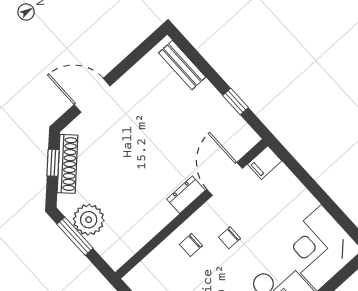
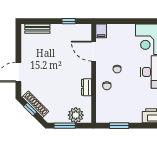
dresser: (186, 195) -> (87, 87), moved
plant: (89, 220) -> (76, 115), moved

